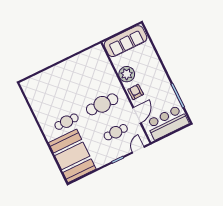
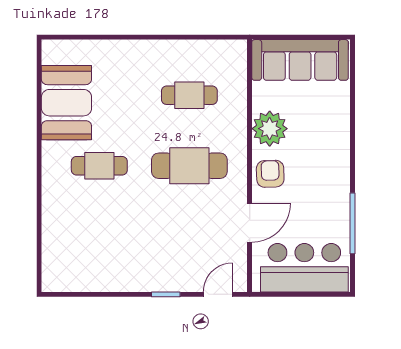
cafe table: (116, 132) -> (189, 95), moved
booth: (72, 156) -> (66, 103), moved, width x0.73, depth x0.70

